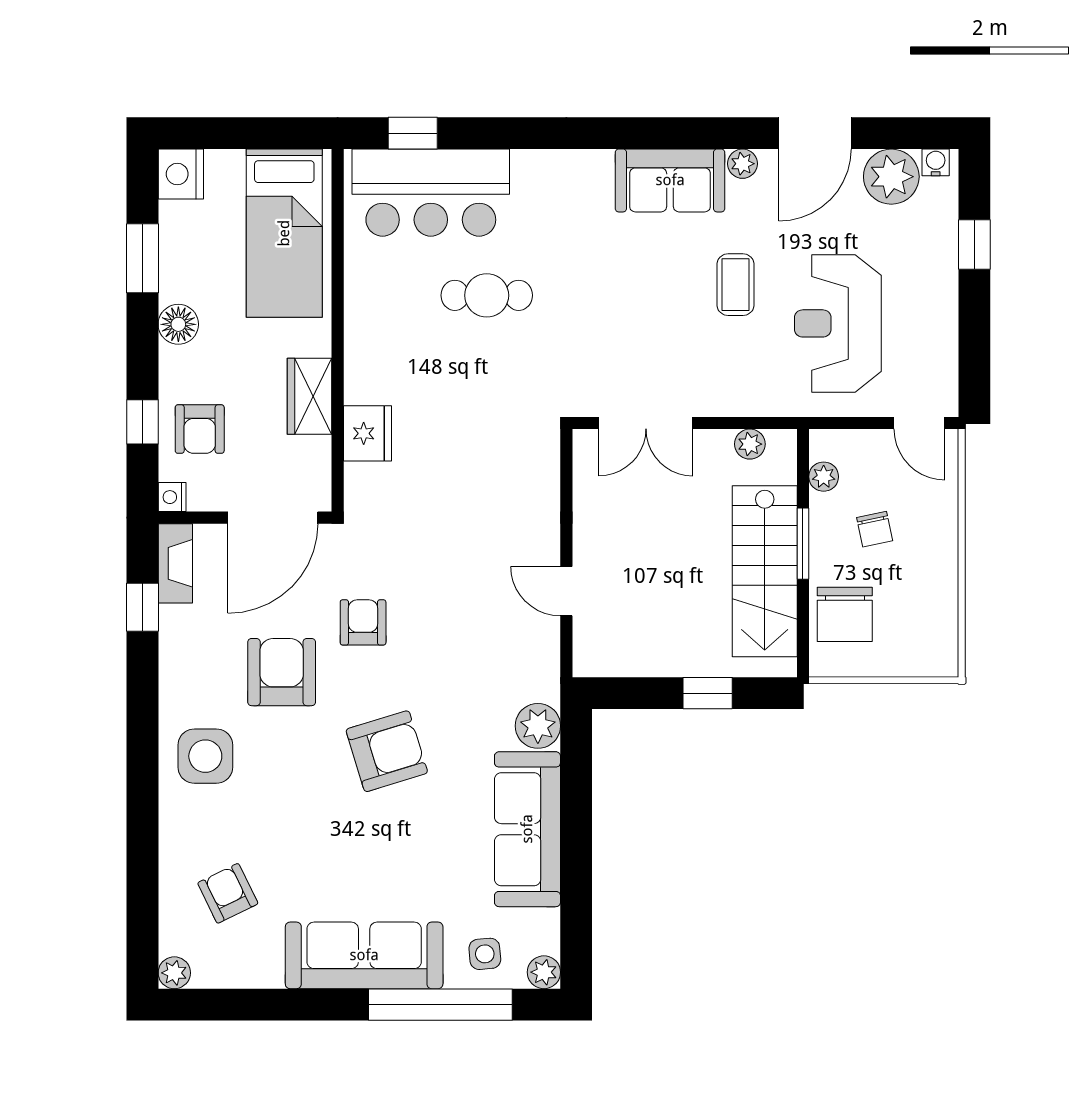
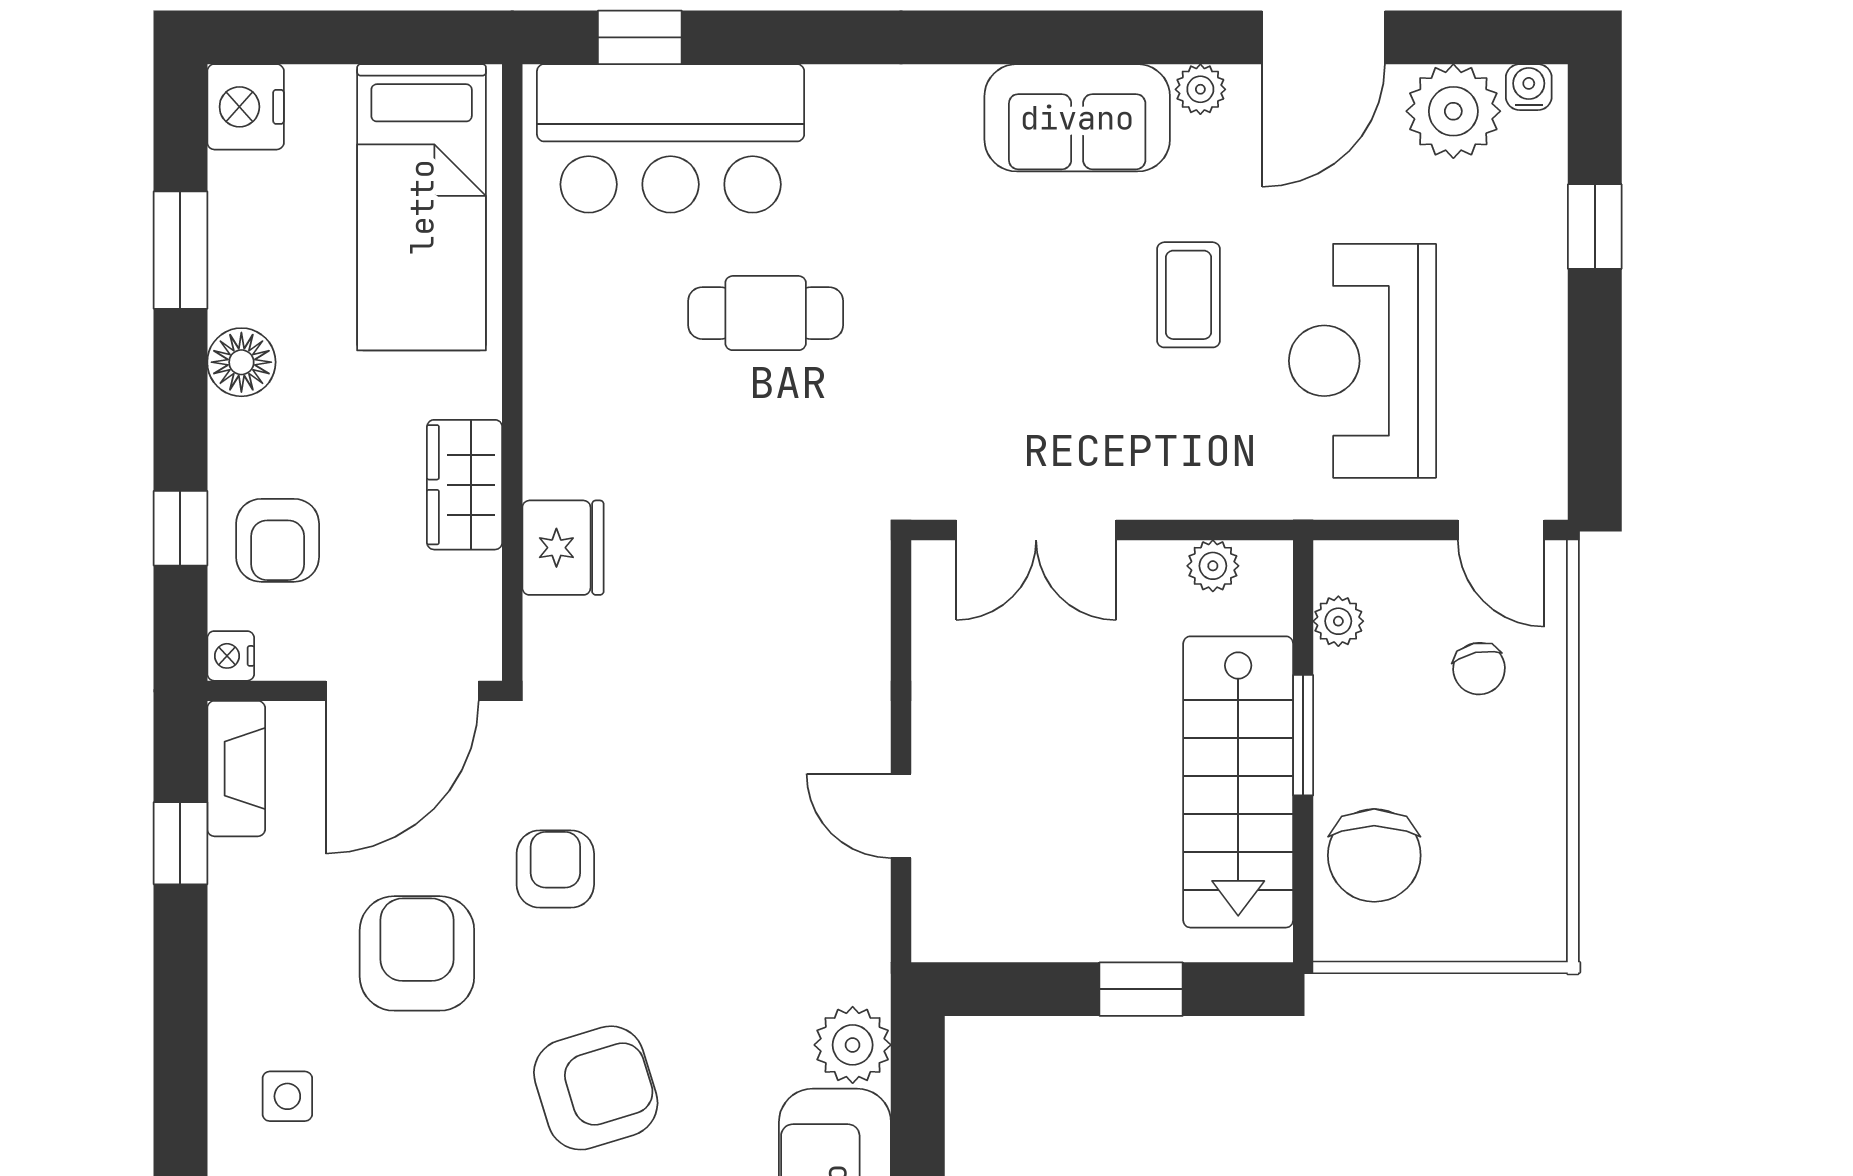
chair: (875, 529) -> (1479, 669), moved
side table: (205, 756) -> (287, 1096), width x0.54, depth x0.54

